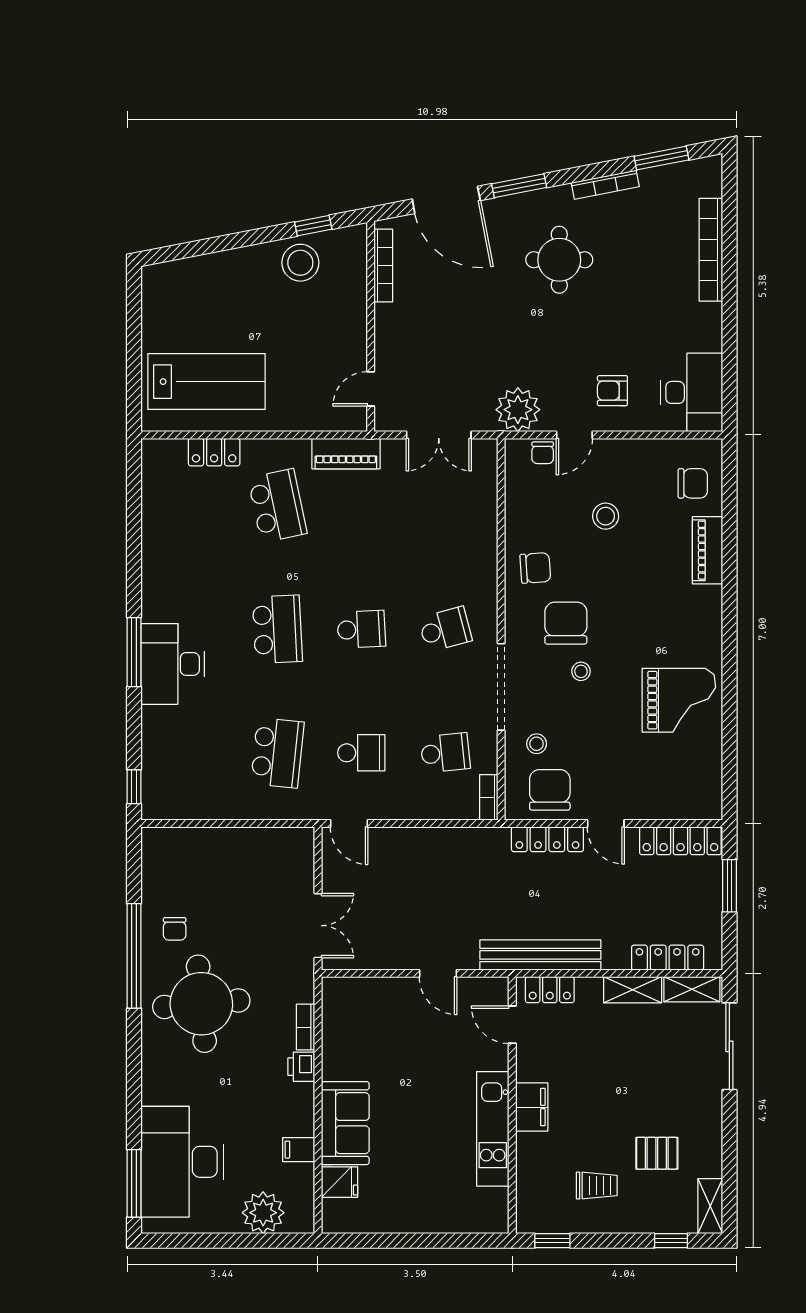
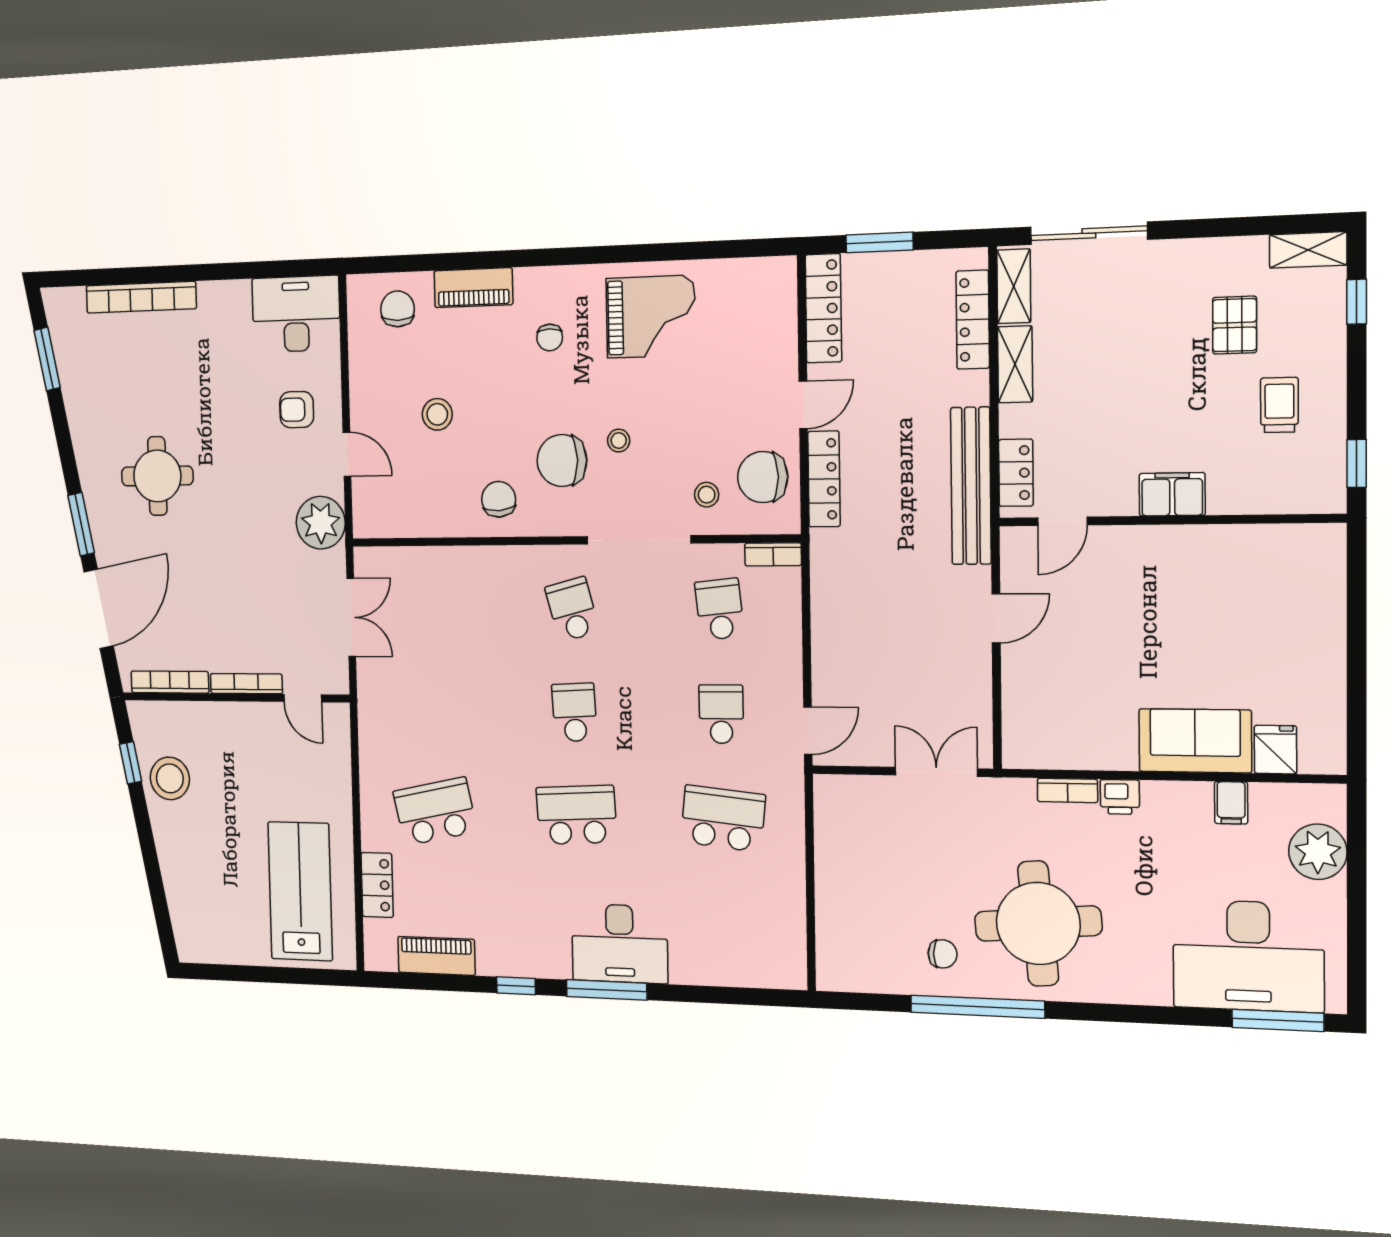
bookcase: (605, 185) -> (246, 684), moved, turned -79
armchair: (612, 391) -> (297, 410), turned 90
chair: (543, 453) -> (550, 337), moved, turned 90
piano: (346, 454) -> (436, 956), moved, turned -90
grand piano: (679, 700) -> (651, 317), turned 90
window: (134, 787) -> (516, 986), moved
kitchen unit: (493, 1129) -> (1202, 546), removed

